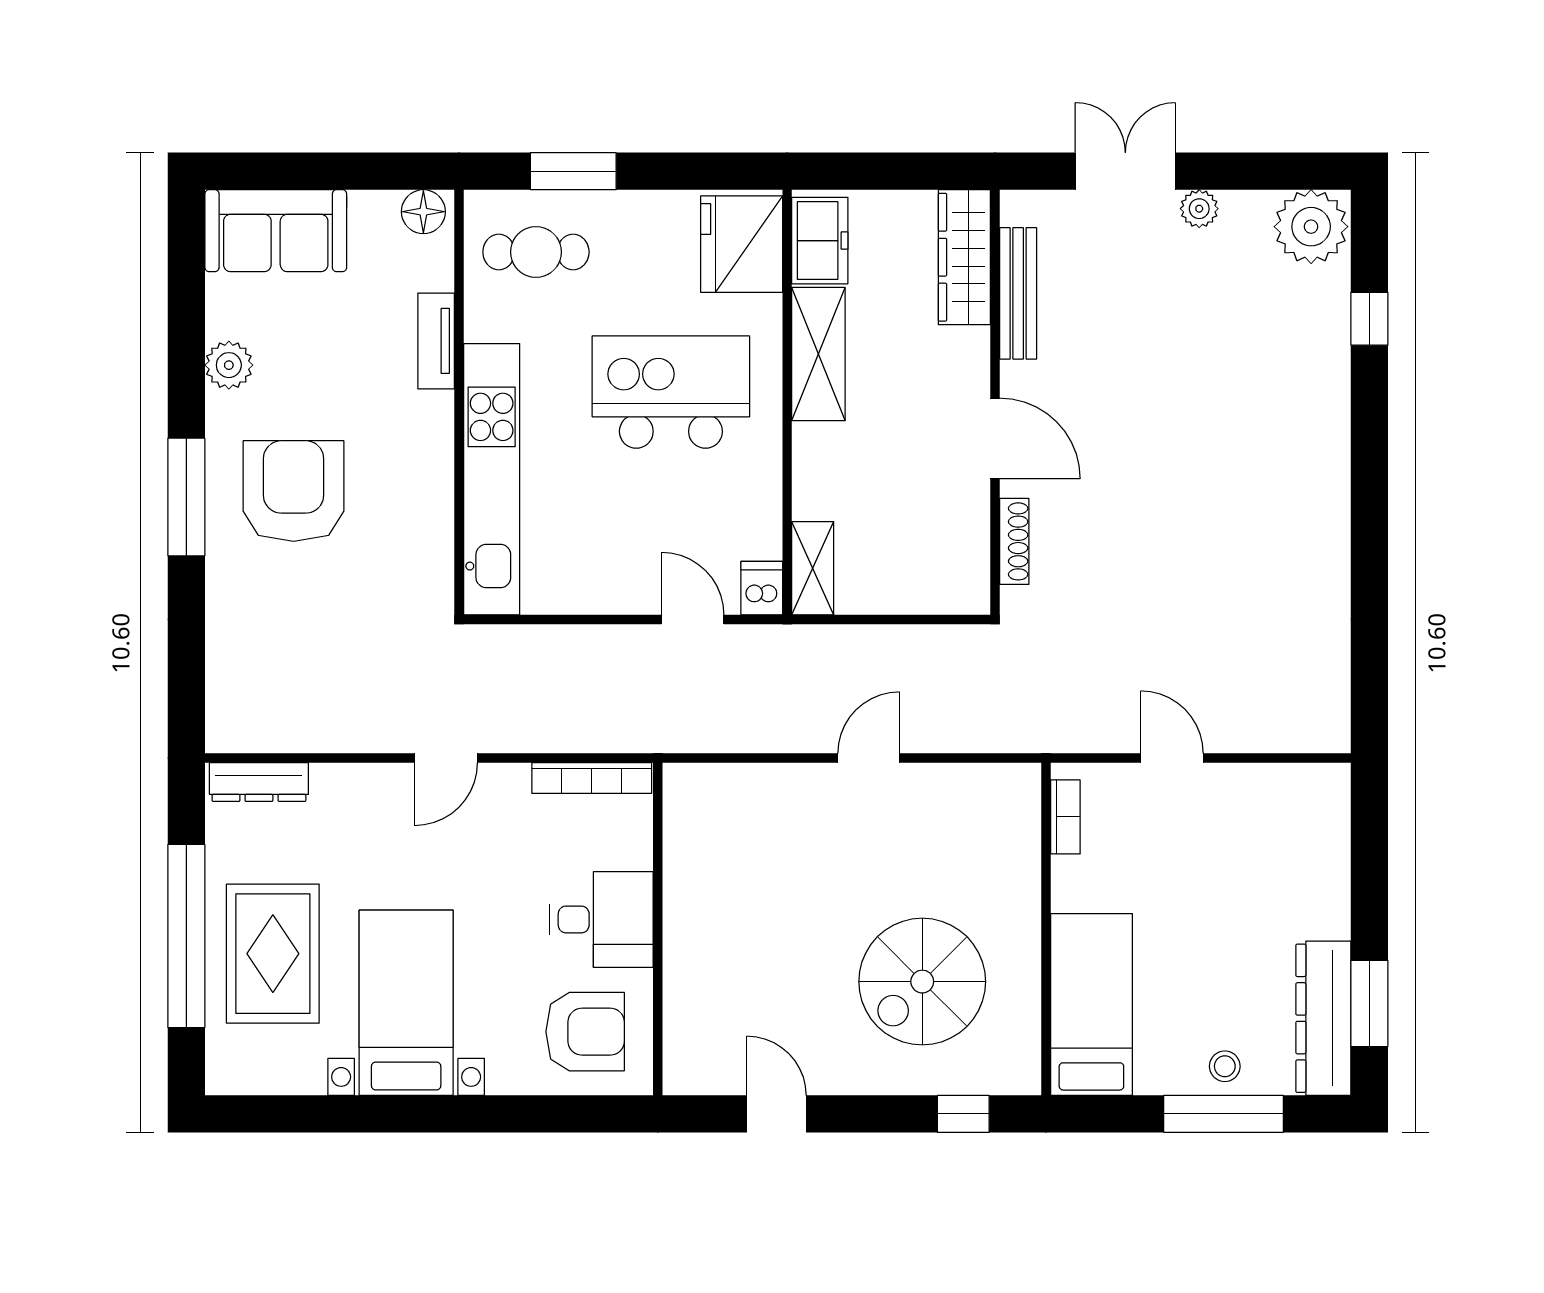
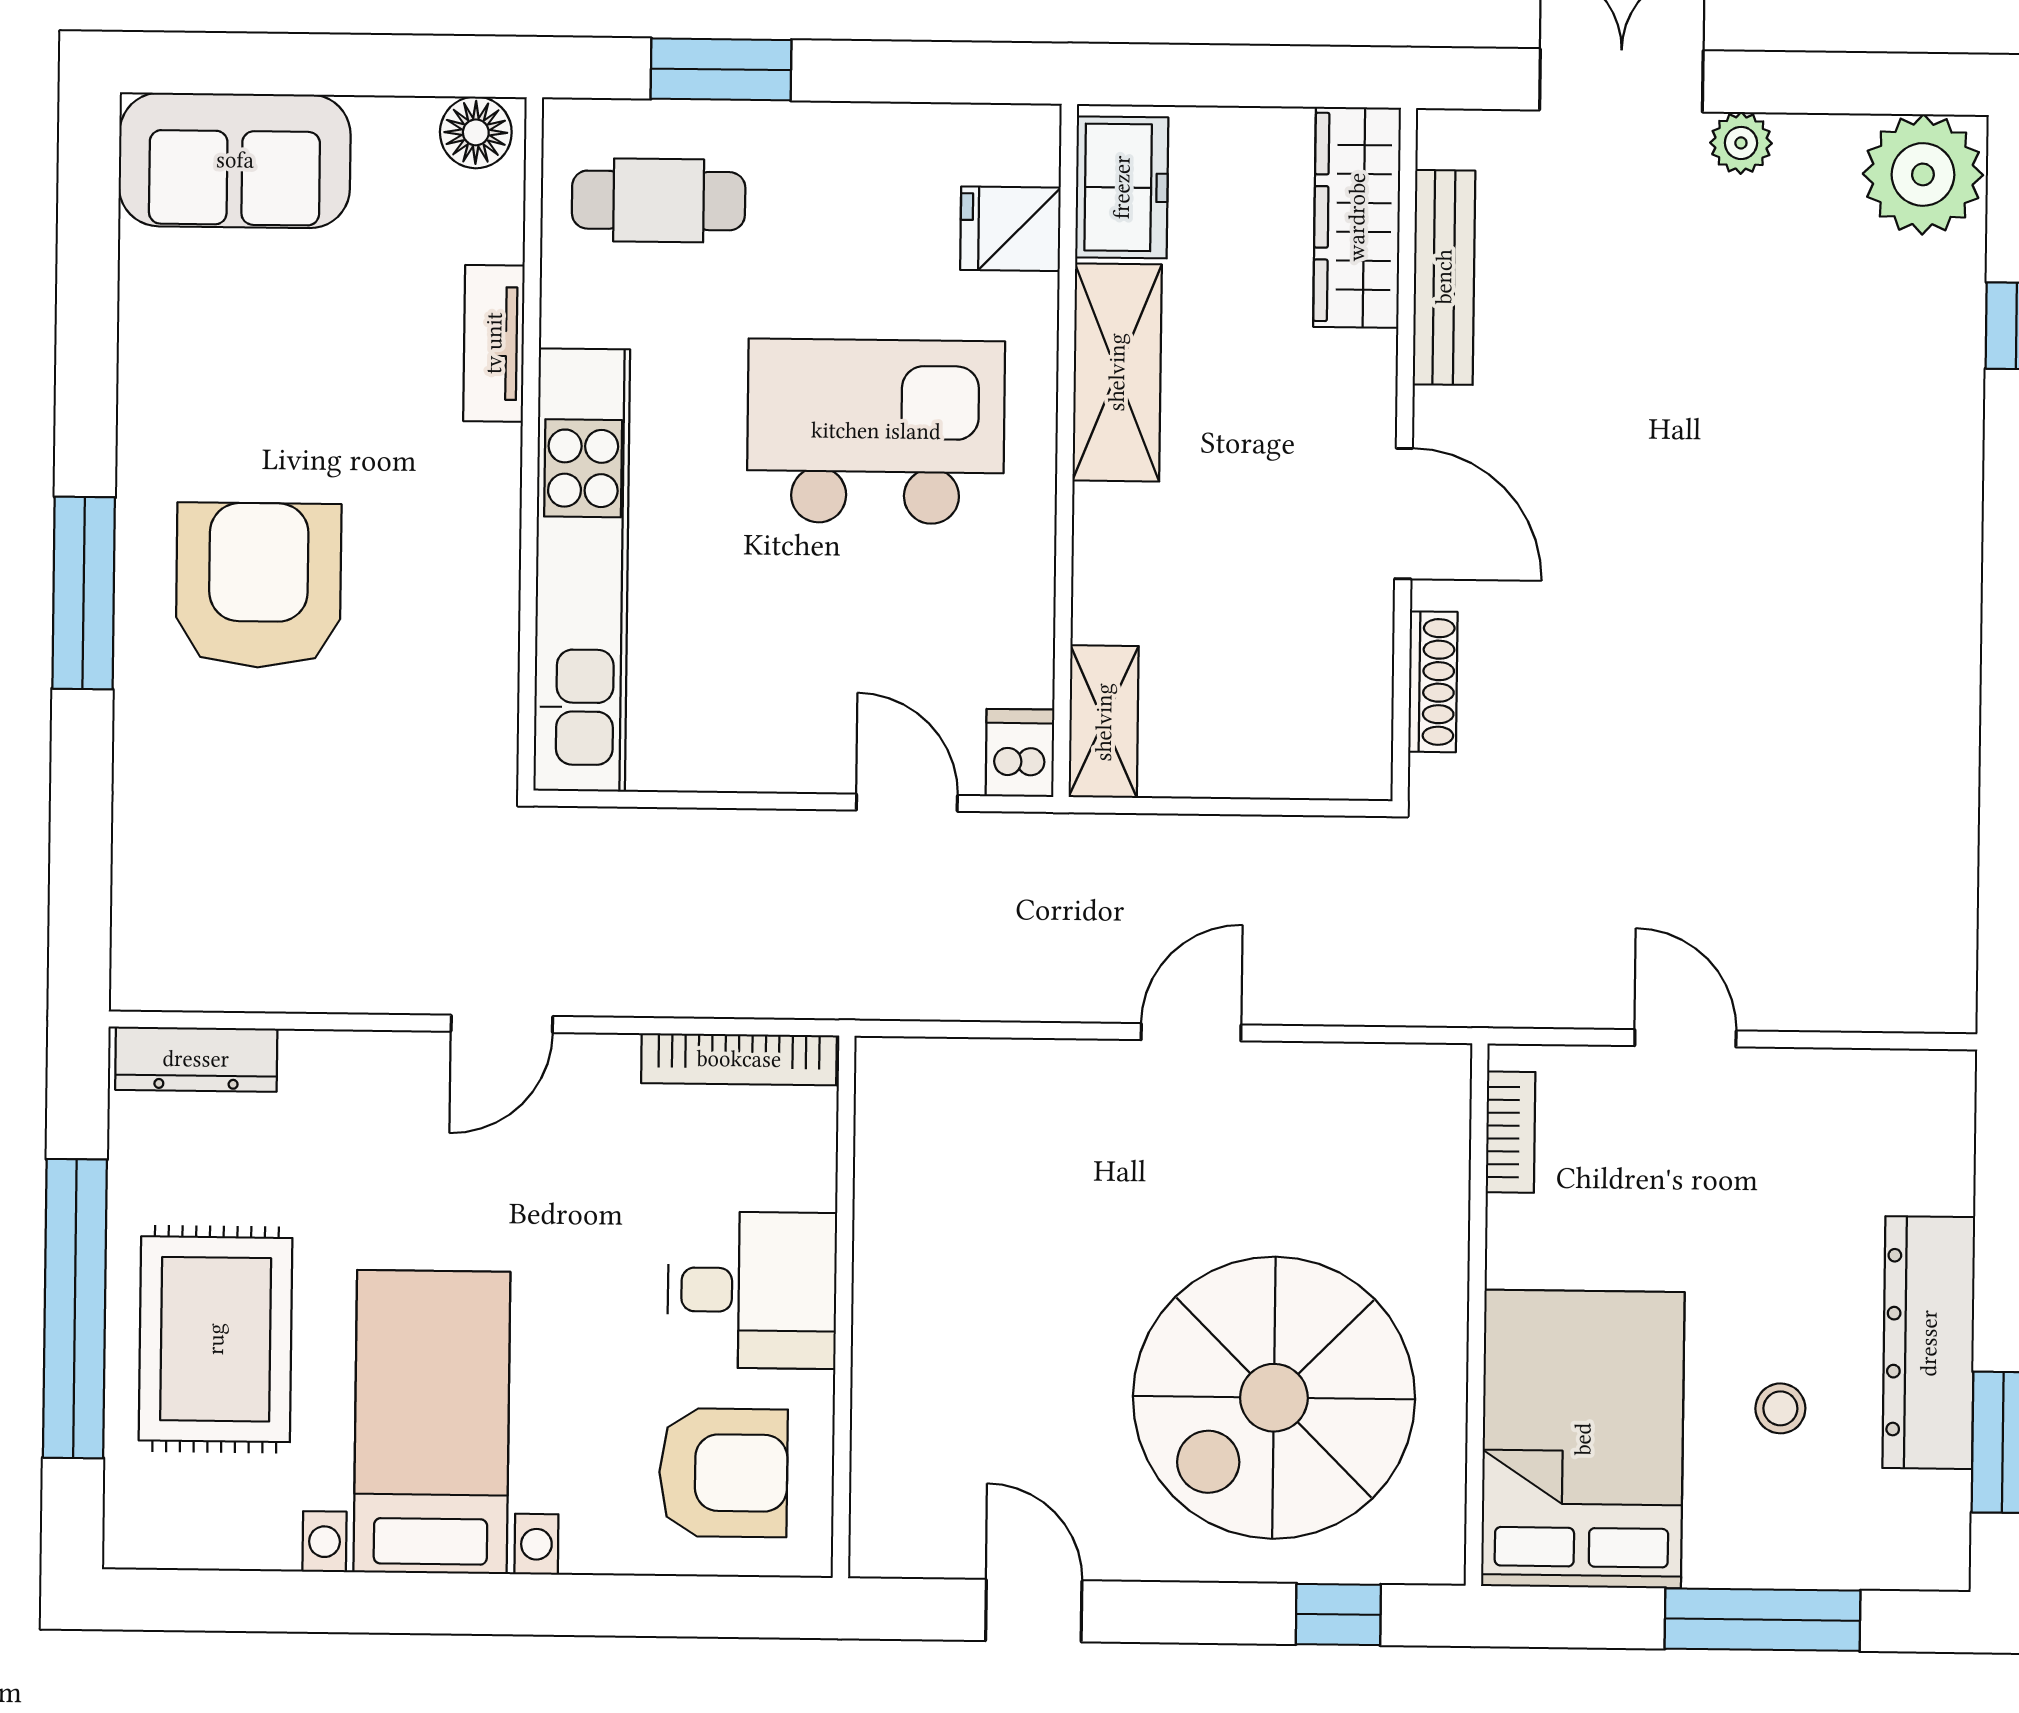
fridge: (742, 244) -> (1011, 229), width x0.53, depth x0.75
plant: (229, 365) -> (156, 379), removed
spiral stairs: (922, 982) -> (1274, 1398), width x1.37, depth x1.37
bed: (1091, 1005) -> (1583, 1439), width x1.50
dresser: (1323, 1018) -> (1929, 1343), moved
stool: (1225, 1066) -> (1780, 1408), moved

